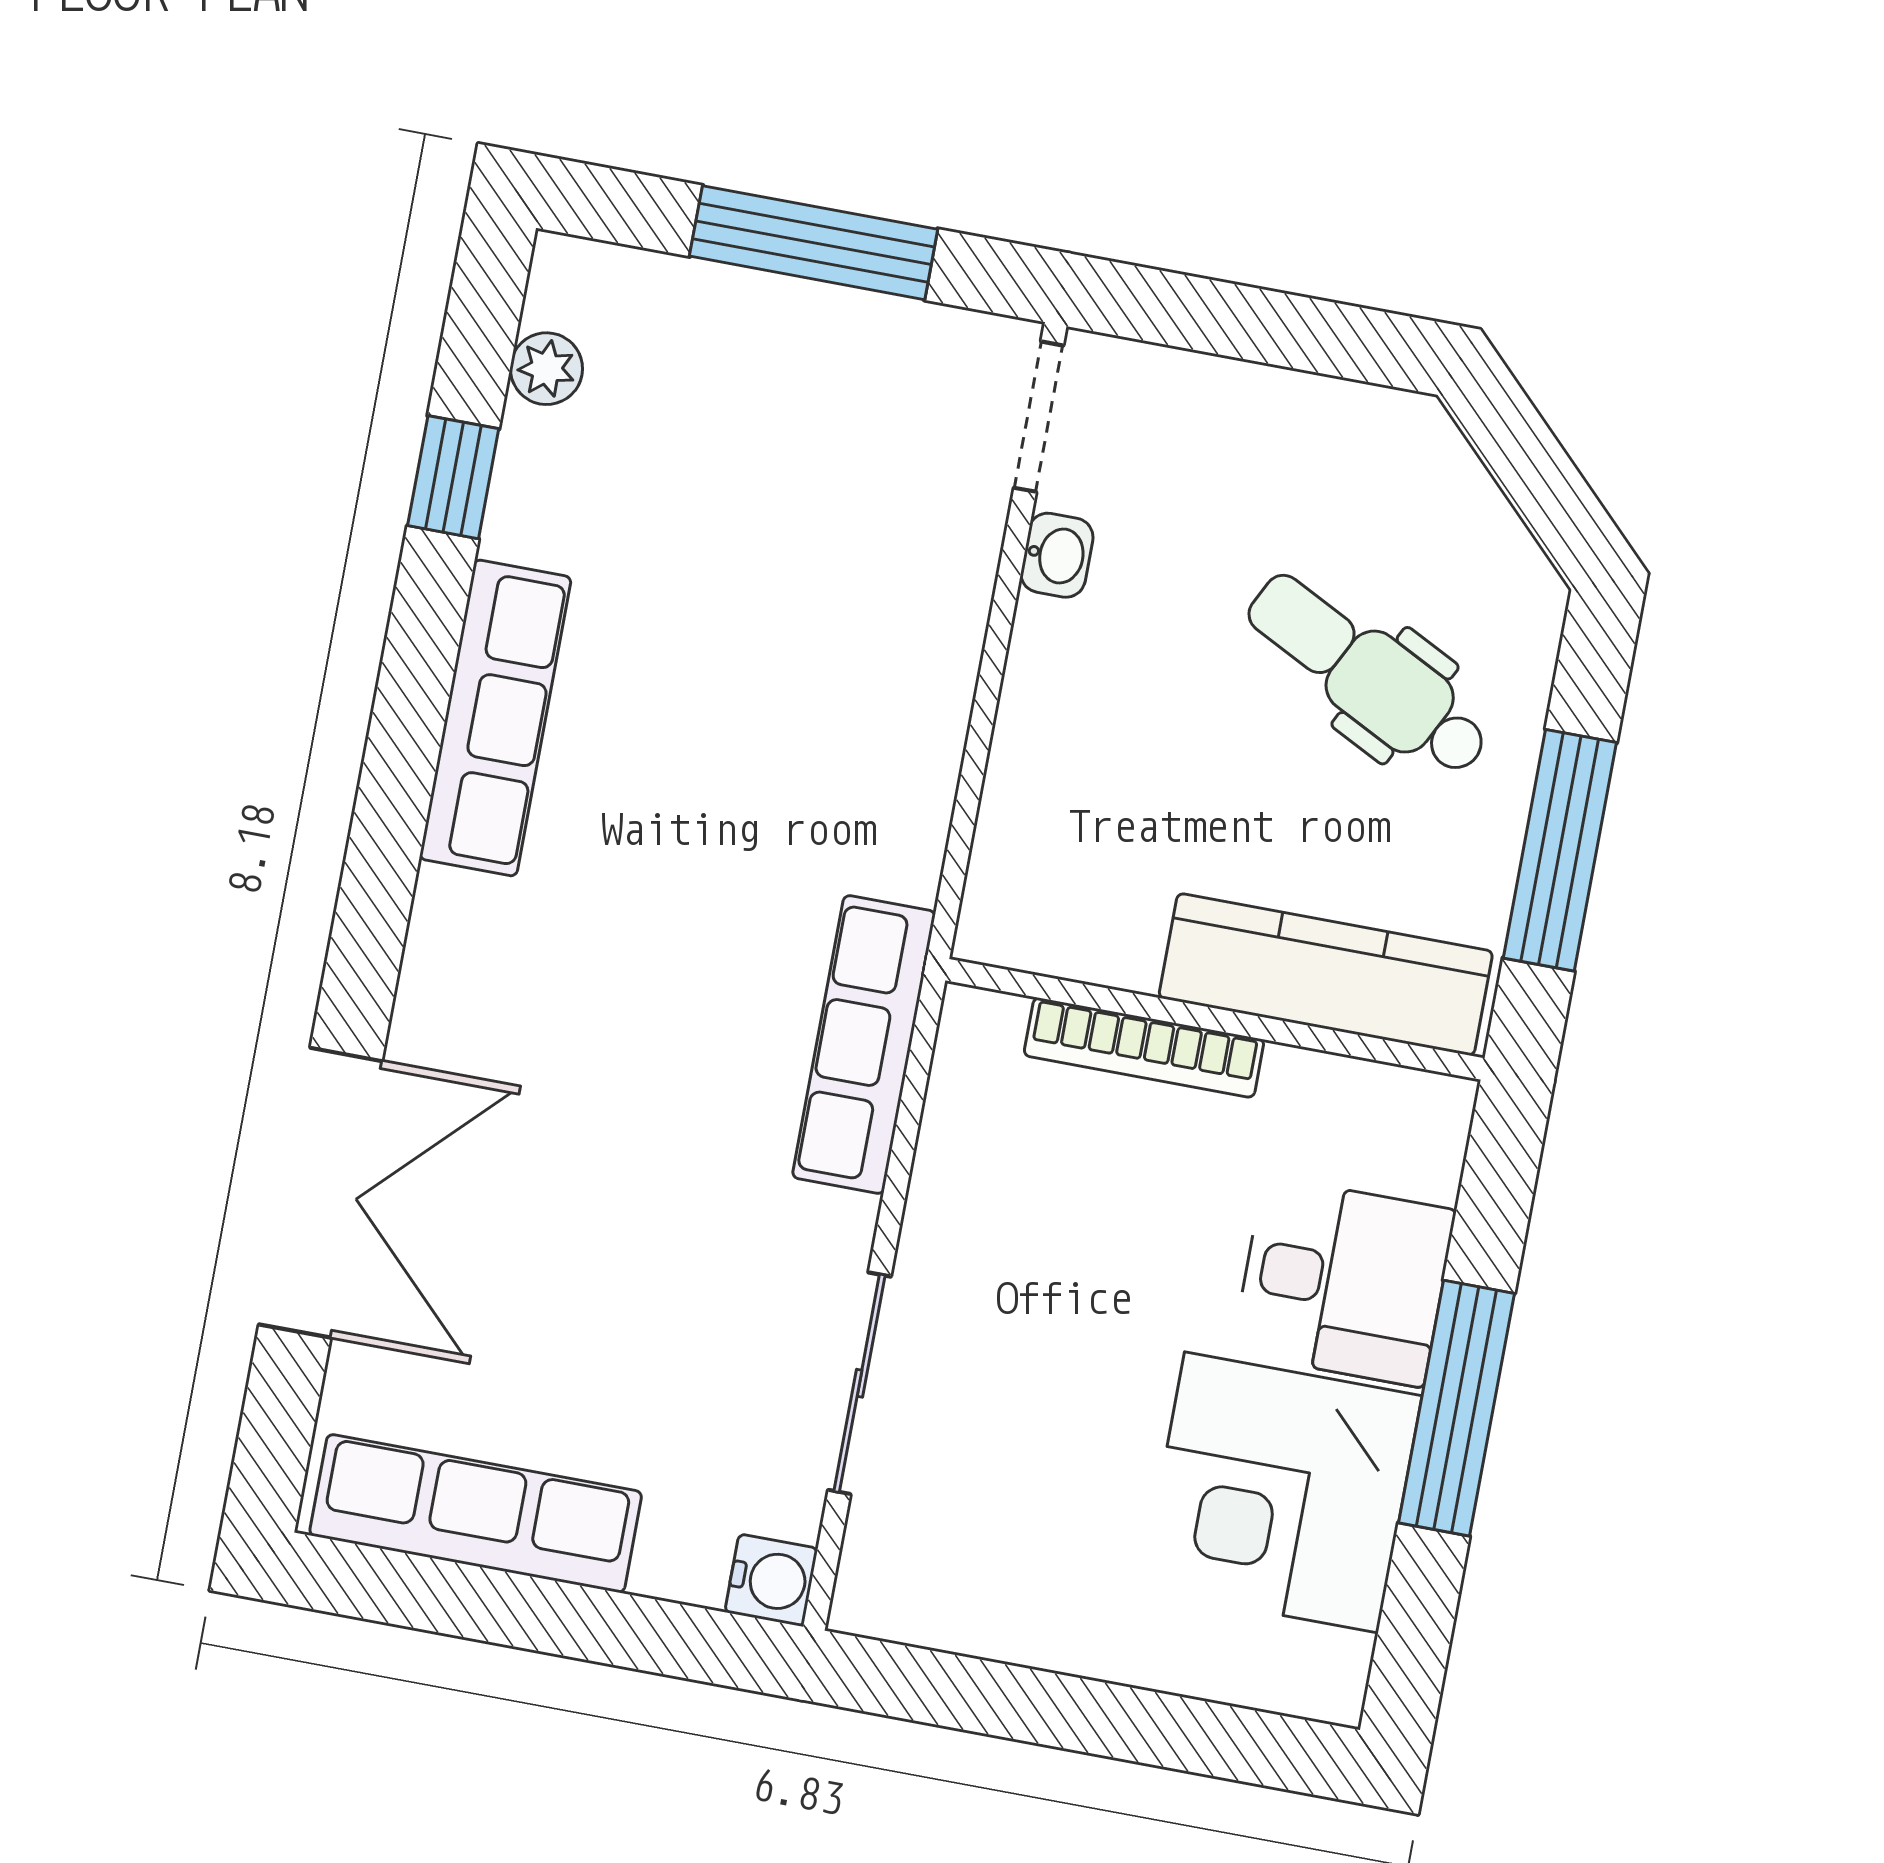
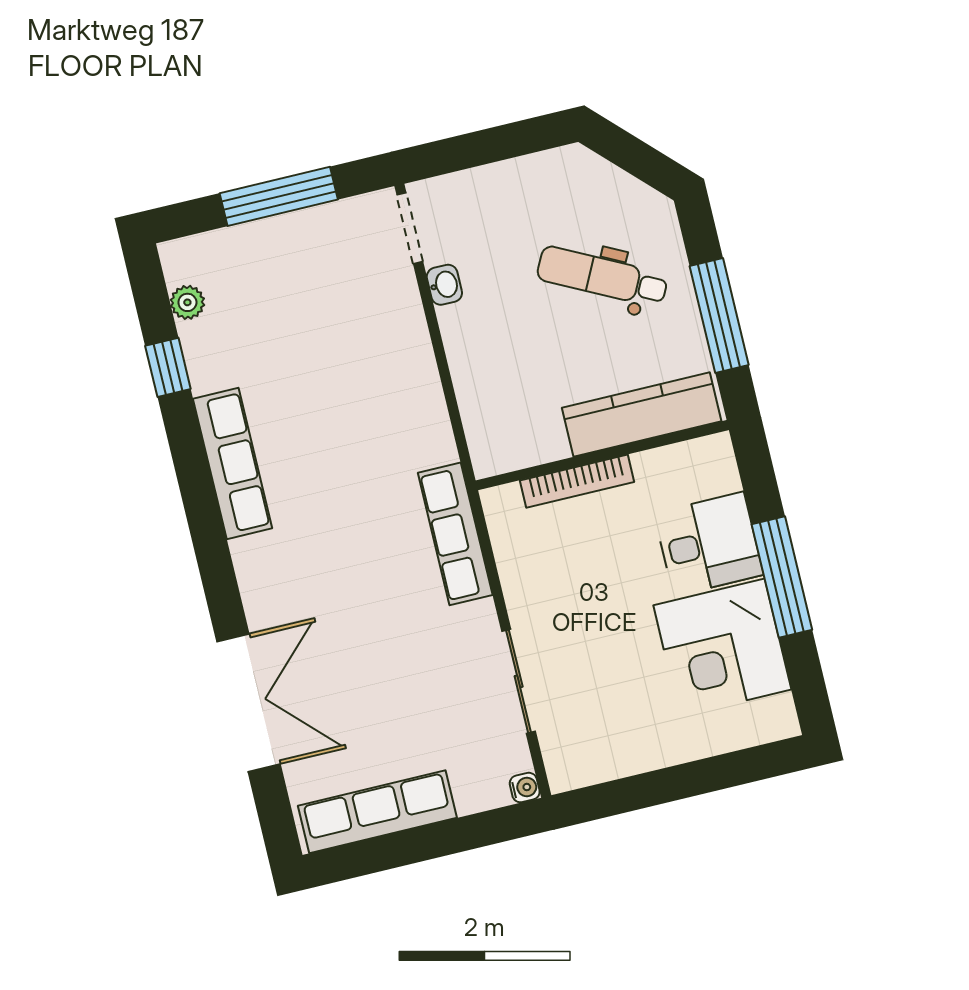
water cooler: (771, 1580) -> (525, 788), width x0.72, depth x0.72

